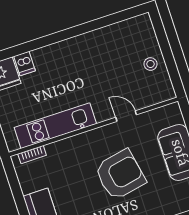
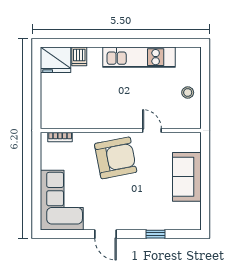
kitchen unit: (55, 126) -> (139, 57), moved, turned 180
armchair: (120, 175) -> (116, 158), moved

